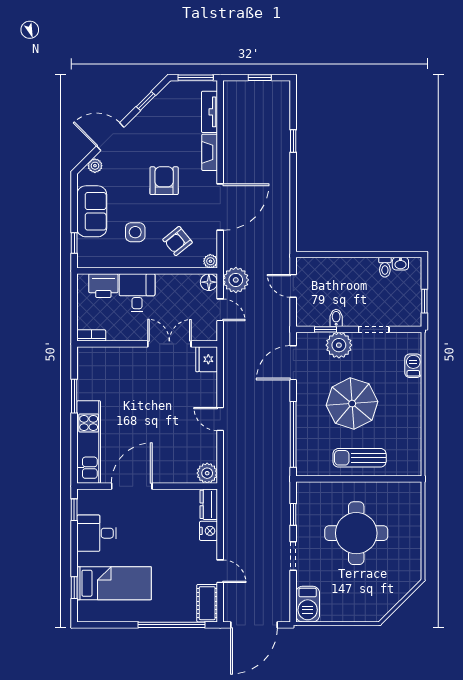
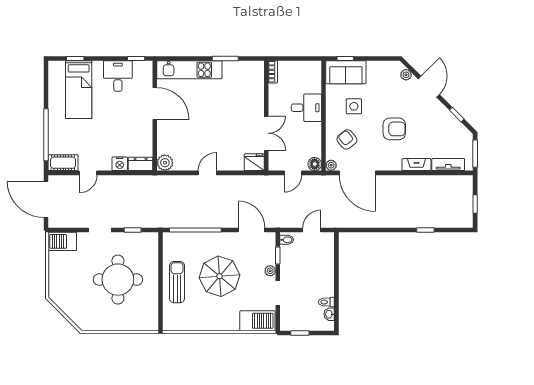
door: (220, 207) -> (357, 173), moved
sofa: (92, 211) -> (346, 72), moved
plant: (236, 280) -> (316, 185), removed
printer: (103, 286) -> (312, 81), removed
bidet: (336, 318) -> (287, 240), moved
plant: (339, 345) -> (270, 271), width x0.53, depth x0.53
barbecue: (413, 366) -> (257, 321), width x1.88, depth x1.53

